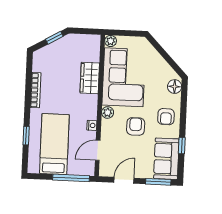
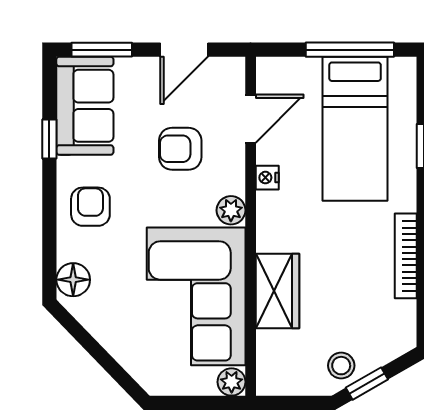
stool: (65, 46) -> (341, 366), added
armchair: (136, 126) -> (180, 149), moved, turned 90
window: (71, 178) -> (350, 50), moved

